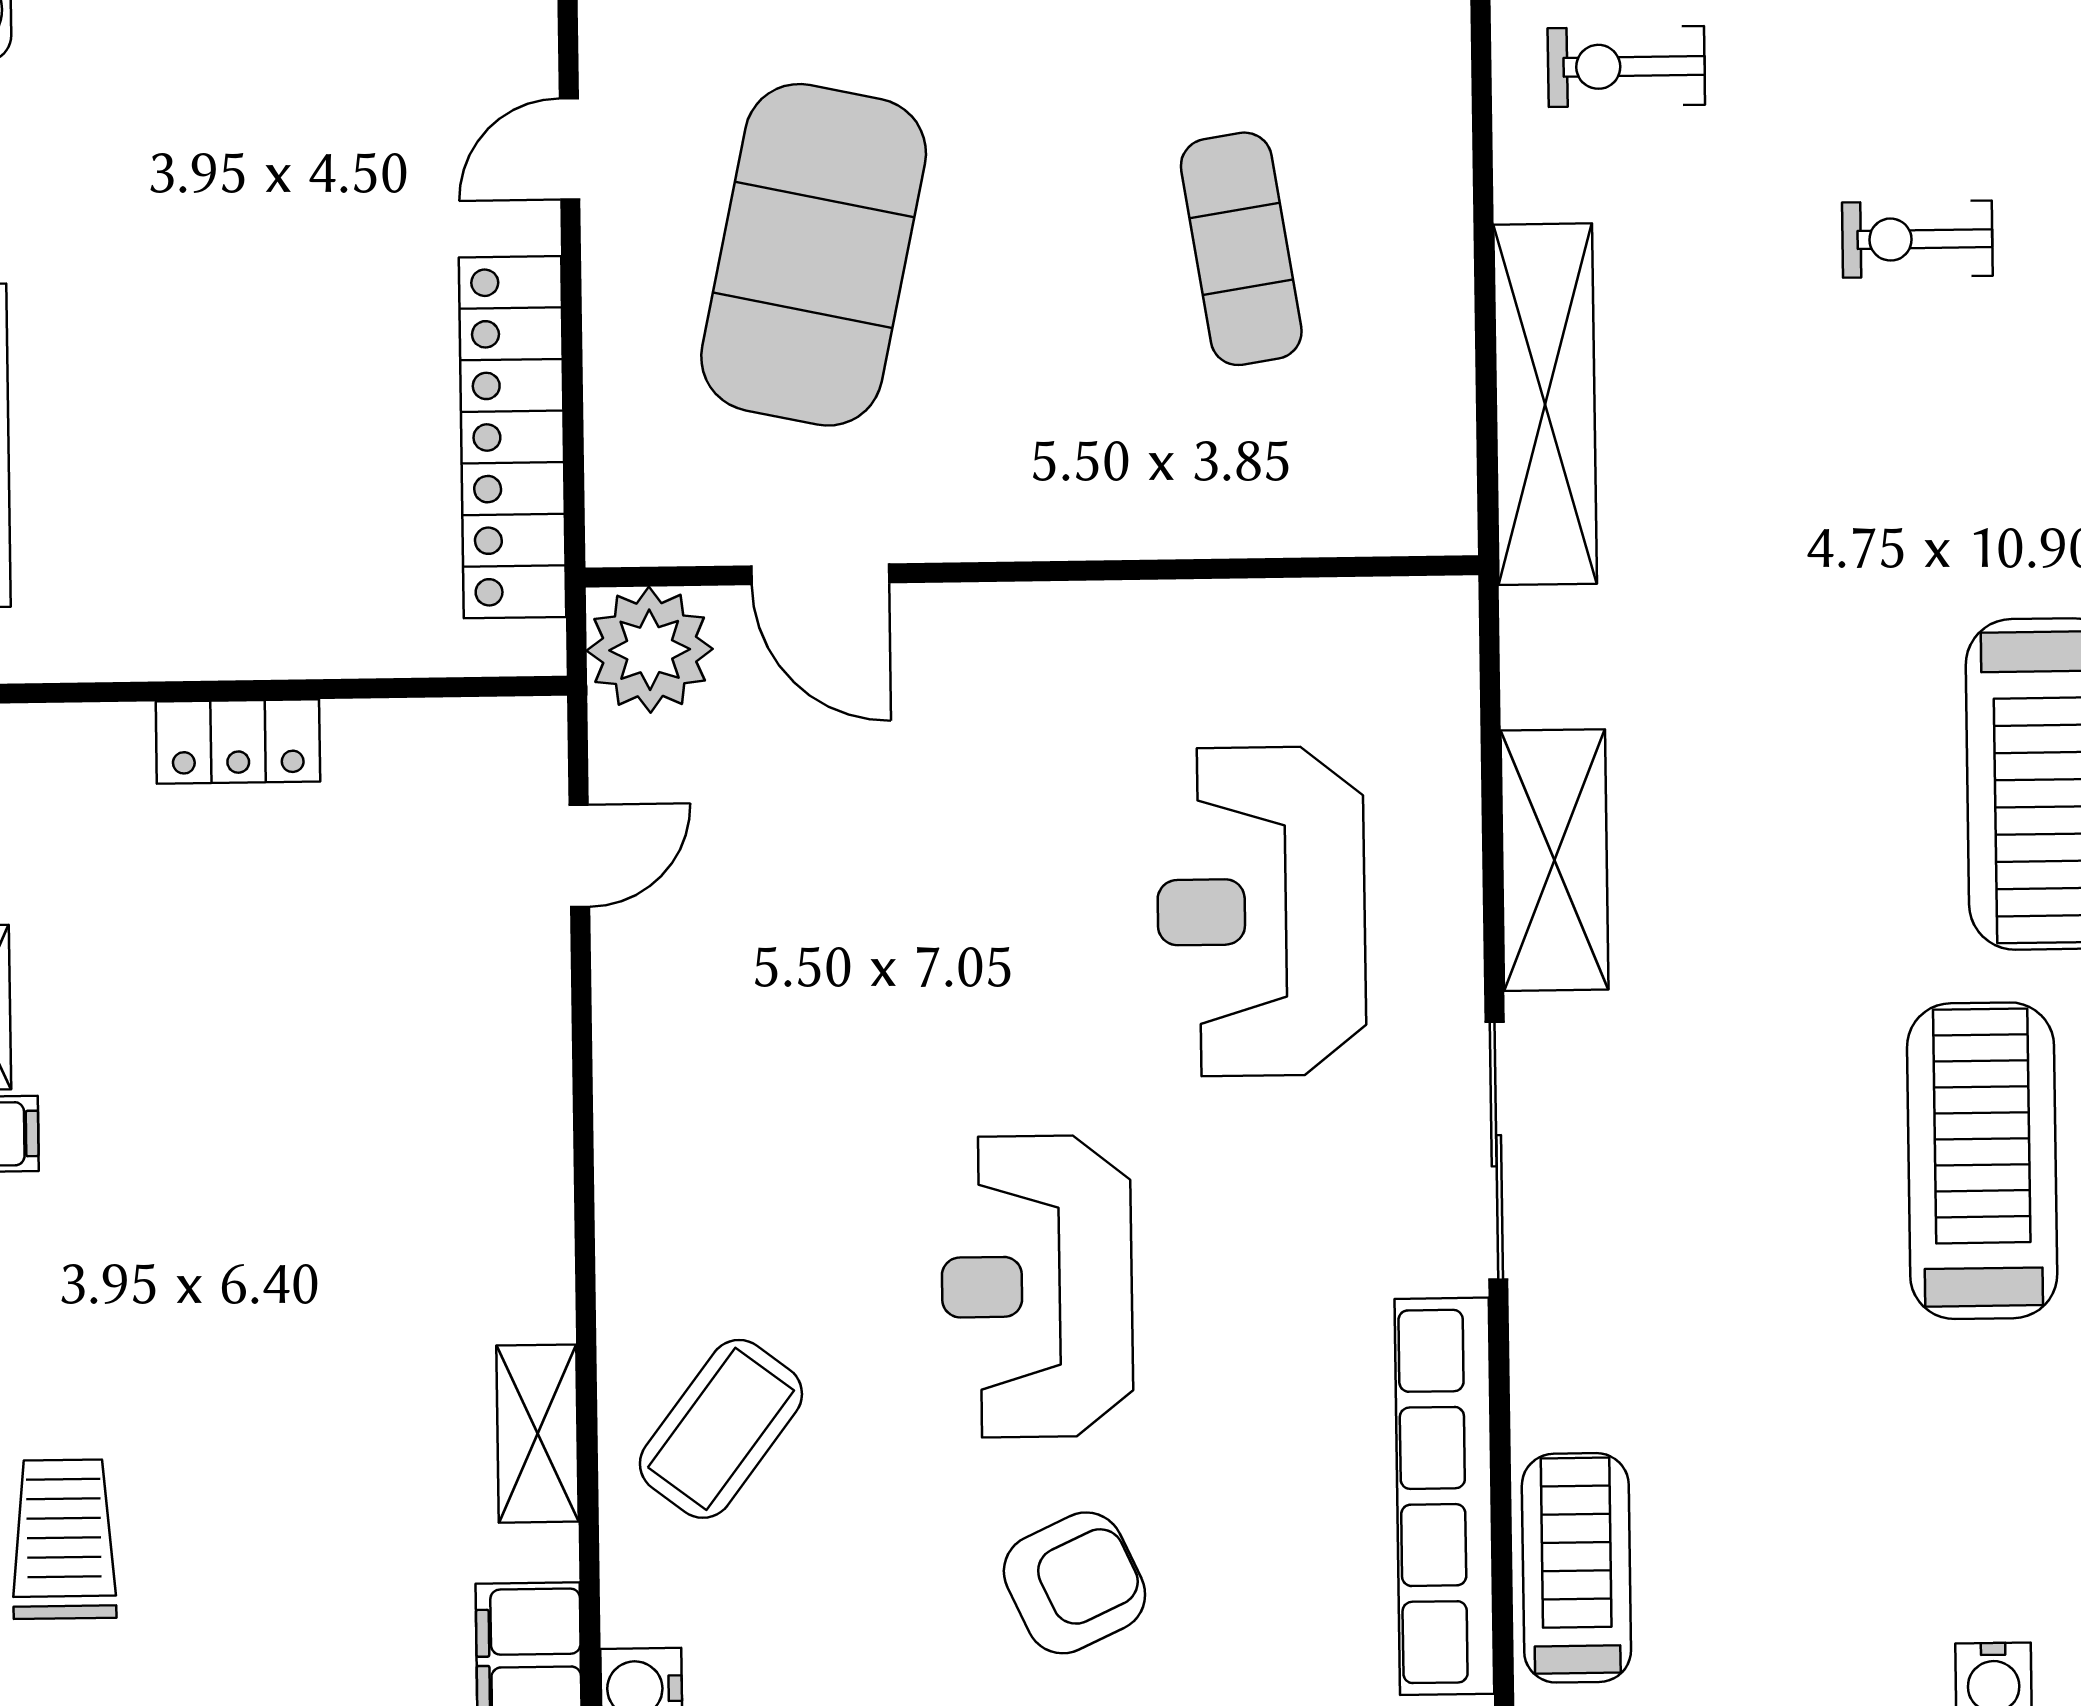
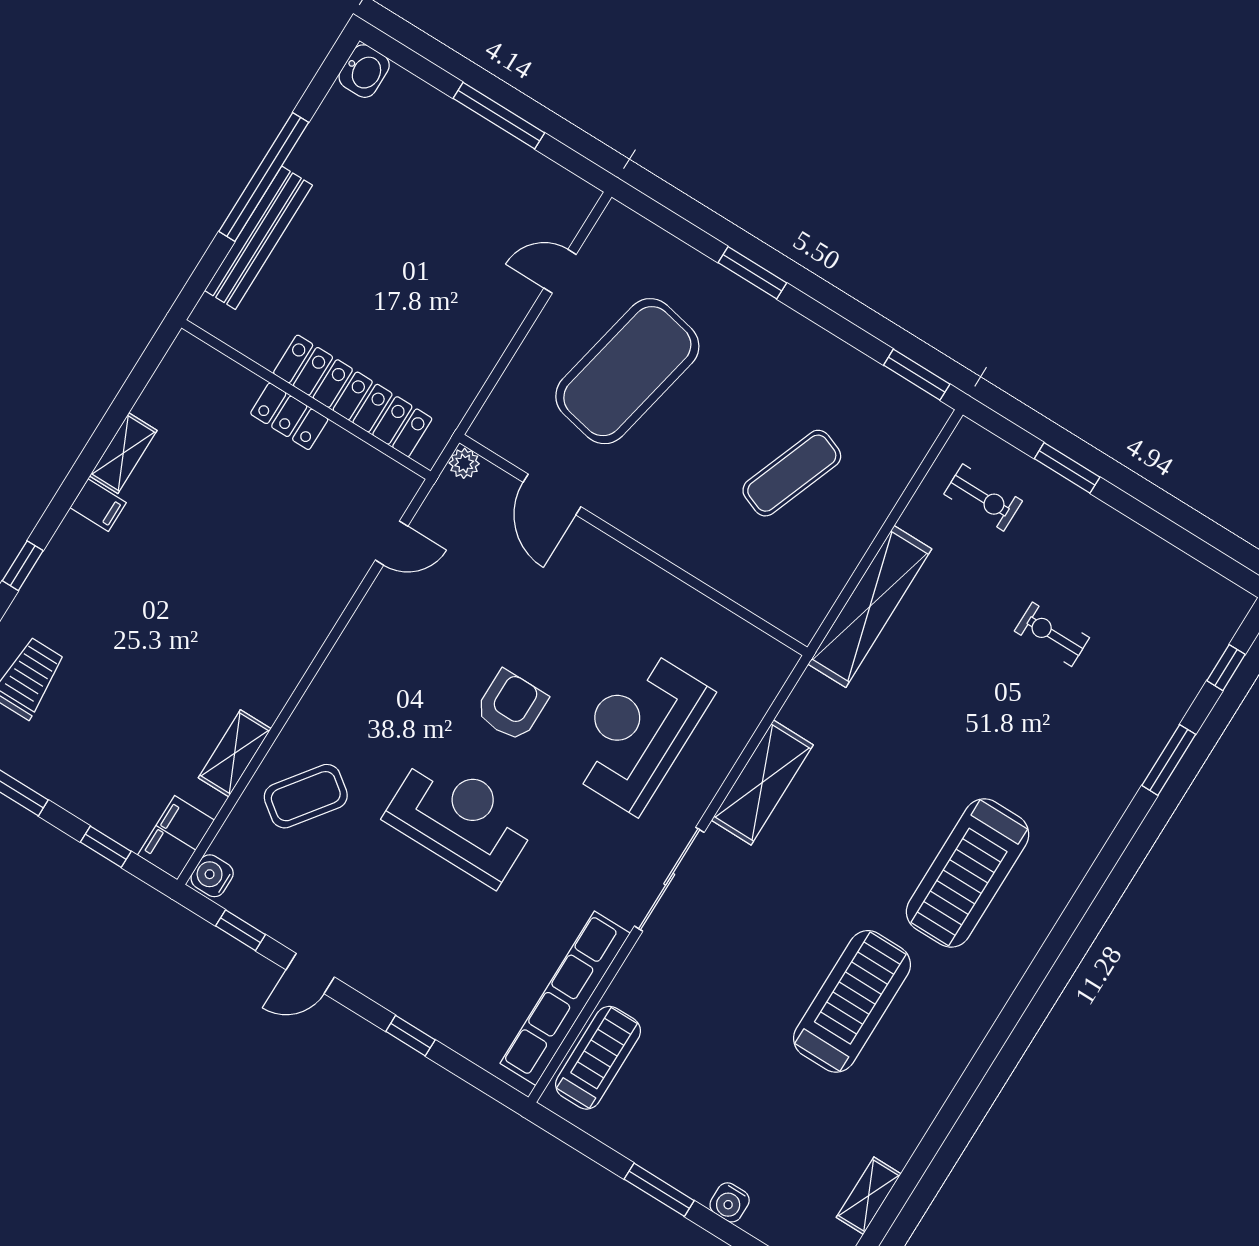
exercise bike: (1626, 66) -> (983, 497), turned 180
exercise mat: (1241, 249) -> (792, 473), turned 30
locker: (512, 437) -> (353, 396), moved, turned 90
plant: (650, 650) -> (464, 463), width x0.53, depth x0.53
reception desk: (1037, 1286) -> (461, 819), turned 90
armchair: (1074, 1583) -> (511, 706), moved, turned -65

